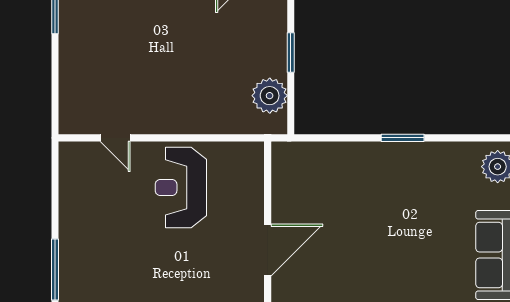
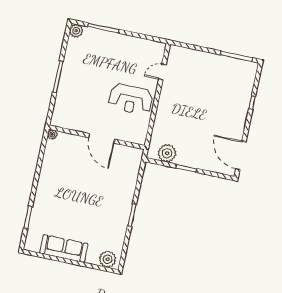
reception desk: (181, 187) -> (131, 99), turned 180
door: (268, 250) -> (102, 138), moved

